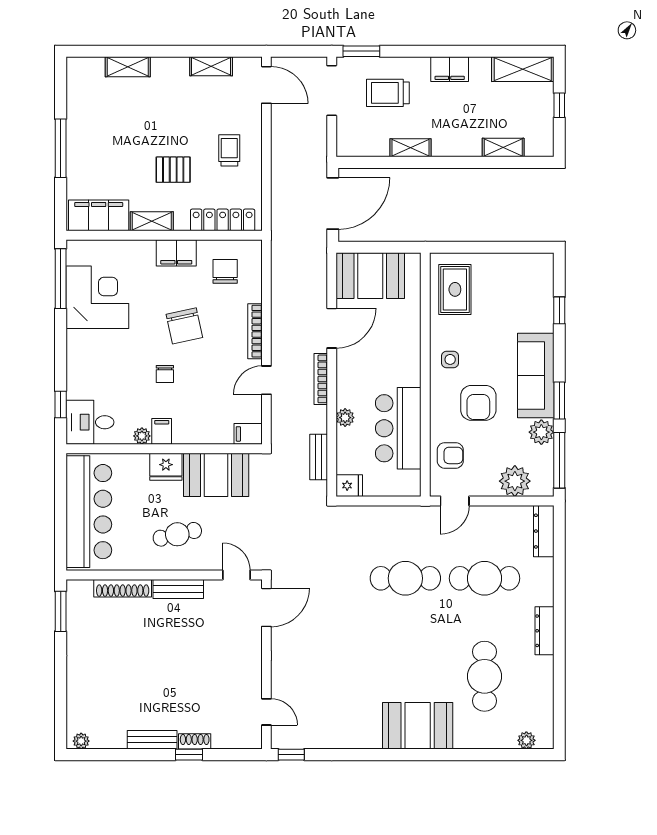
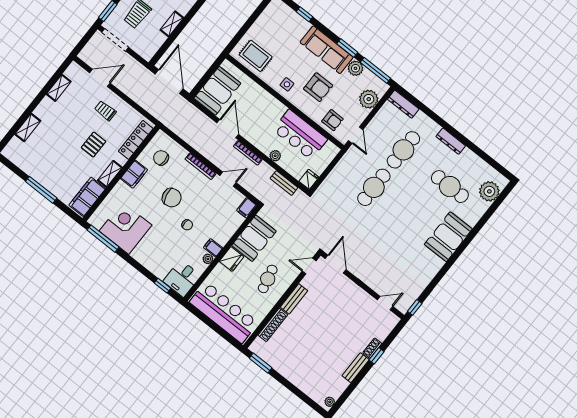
door: (266, 85) -> (100, 78), moved
door: (266, 380) -> (228, 179), swing flipped
armchair: (450, 455) -> (332, 120), turned 90
plant: (526, 740) -> (489, 191), width x1.88, depth x1.88

